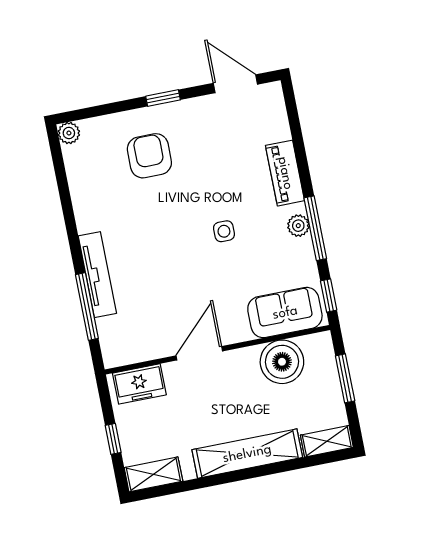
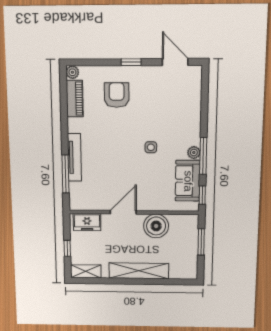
piano: (285, 173) -> (75, 99), moved, turned 180
sofa: (285, 313) -> (188, 181), moved, turned -90
boiler: (282, 362) -> (156, 226), moved
shelving: (327, 441) -> (184, 273), removed

